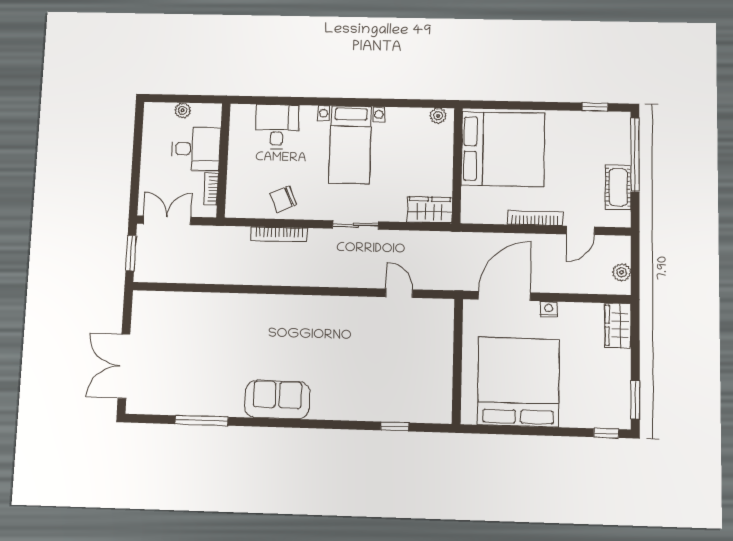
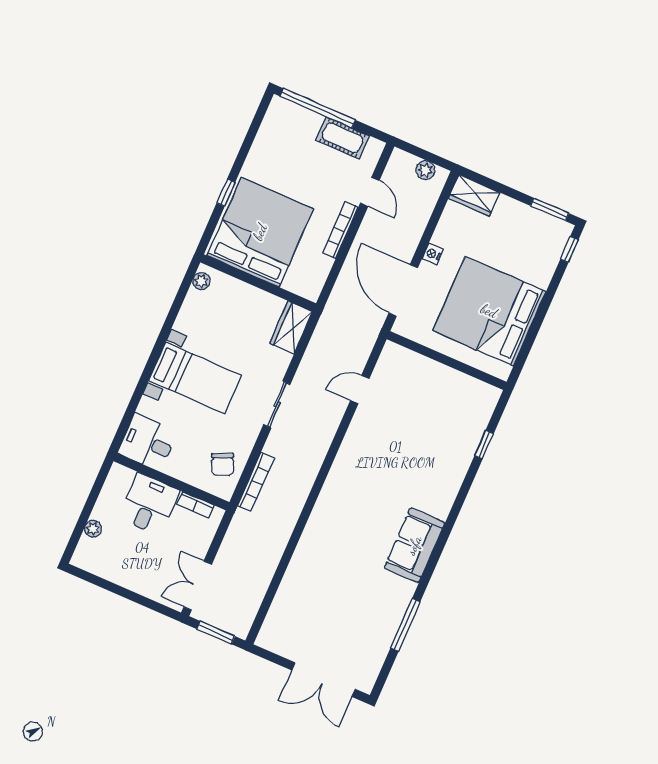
window: (595, 107) -> (226, 193), moved
desk: (196, 149) -> (149, 504), moved
wall: (223, 160) -> (171, 482), moved
bookcase: (211, 189) -> (195, 505), moved

